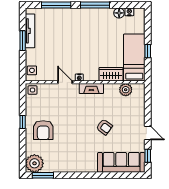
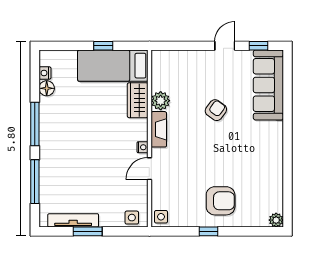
plant: (126, 90) -> (161, 101), moved
plant: (34, 163) -> (276, 220), width x0.53, depth x0.53
window: (43, 175) -> (287, 201), removed

